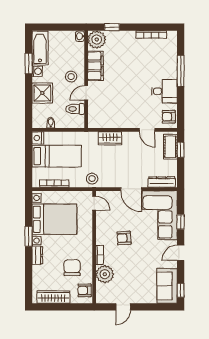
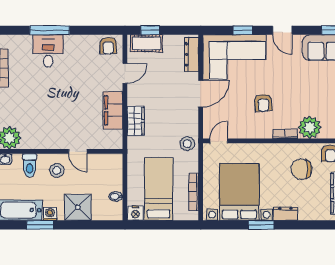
filing cabinet: (95, 66) -> (113, 110), moved, turned -90
desk: (164, 91) -> (48, 51), moved
toilet: (75, 109) -> (30, 165), moved

